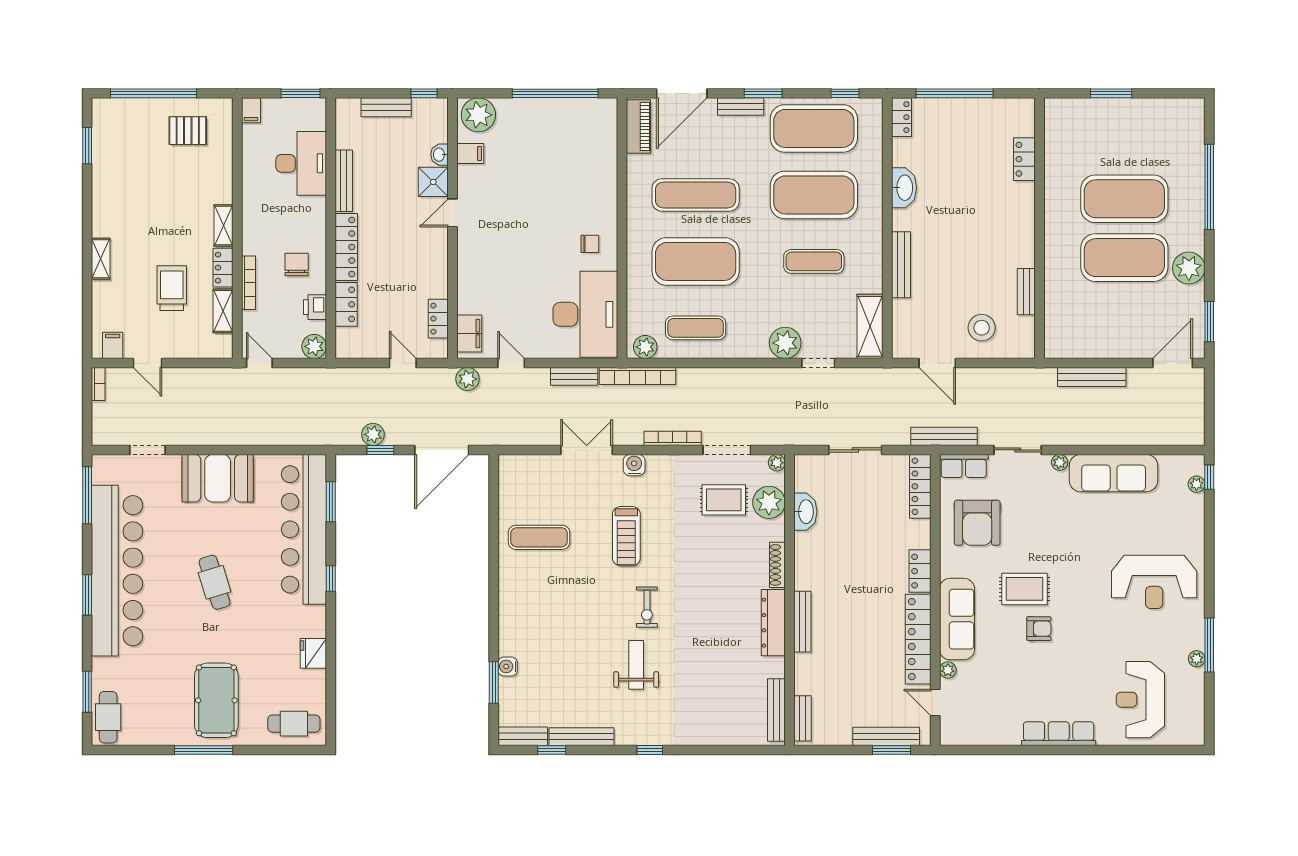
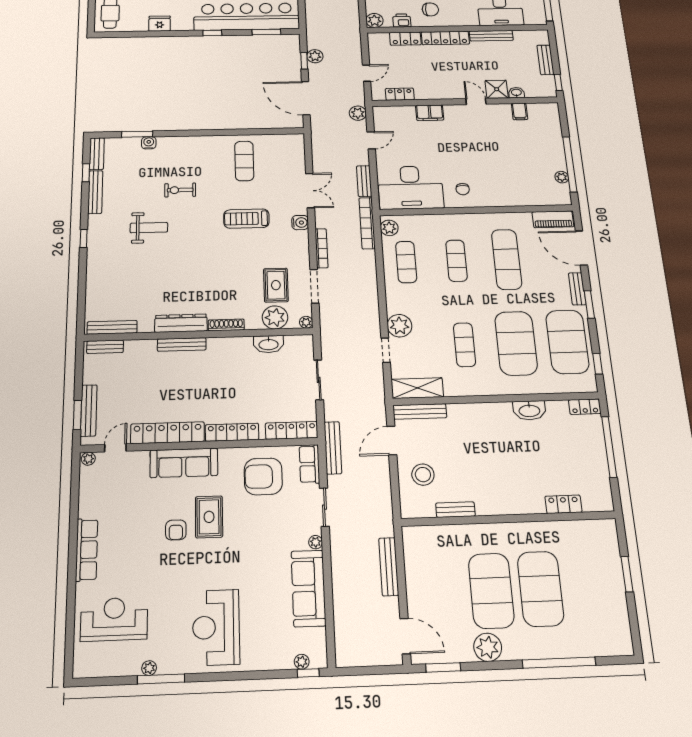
plant: (478, 115) -> (562, 177), moved, width x0.53, depth x0.53
exercise mat: (696, 261) -> (456, 261), width x0.50, depth x0.69
bench: (901, 265) -> (420, 411), moved
filing cabinet: (469, 333) -> (430, 113), moved
locker: (920, 571) -> (232, 432), width x1.53
exercise bike: (647, 607) -> (180, 190), moved
plant: (948, 670) -> (88, 459), moved

